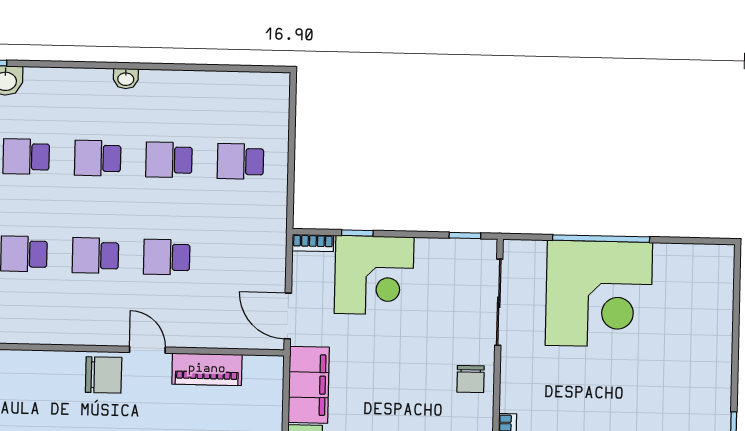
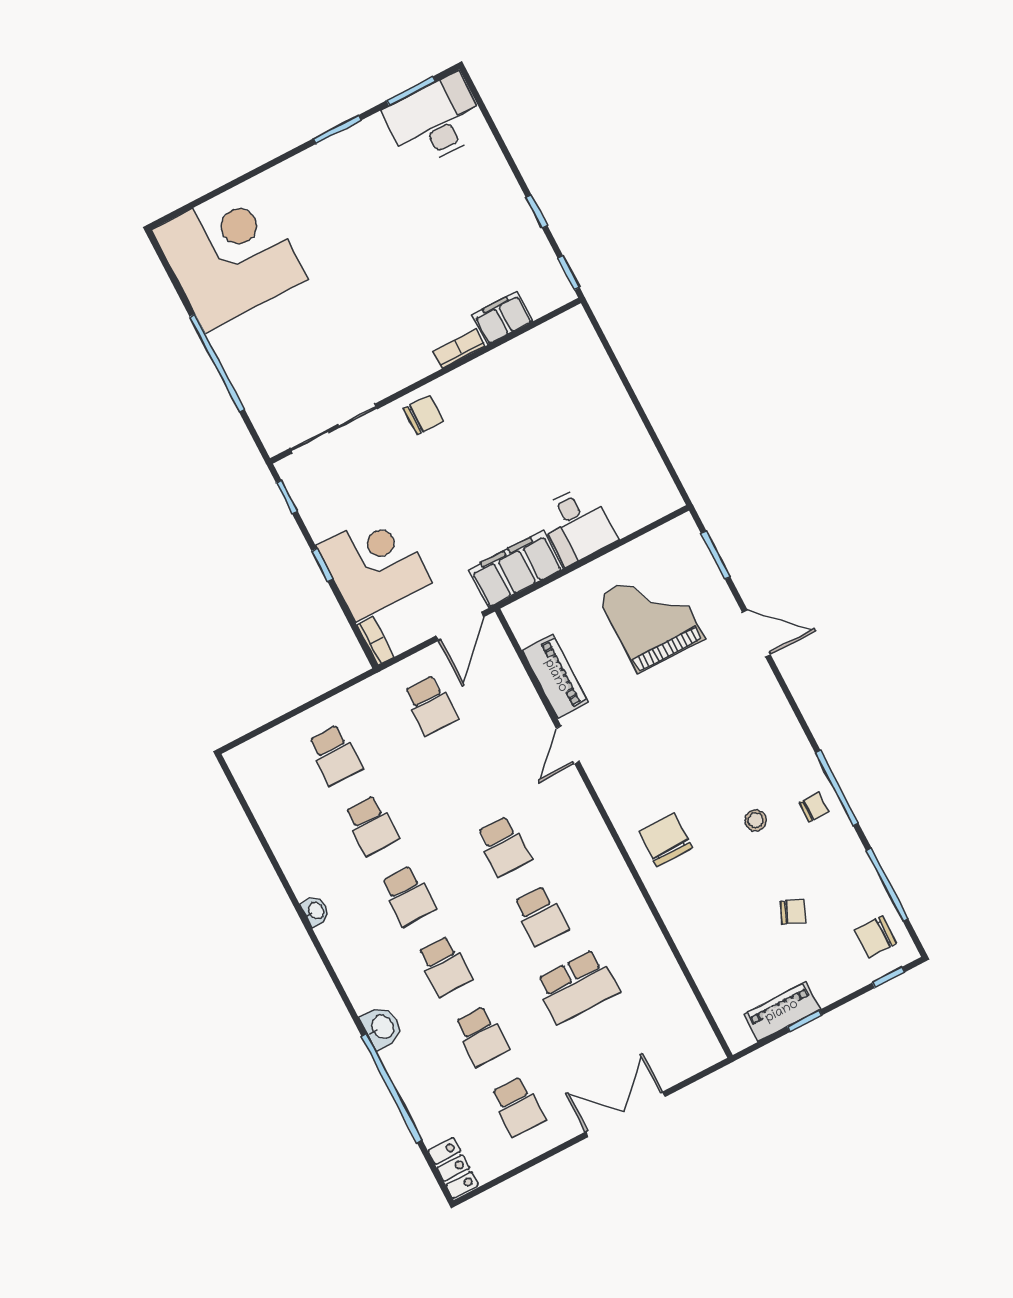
window: (357, 233) -> (322, 565), moved
school desk: (167, 257) -> (431, 705), moved
corner desk: (599, 294) -> (230, 255), moved
chair: (104, 375) -> (666, 840), moved

